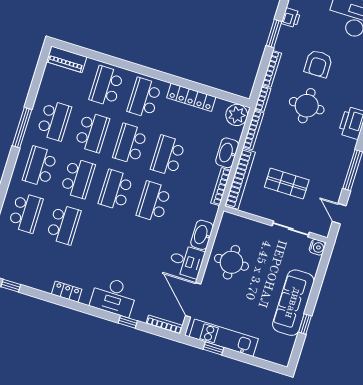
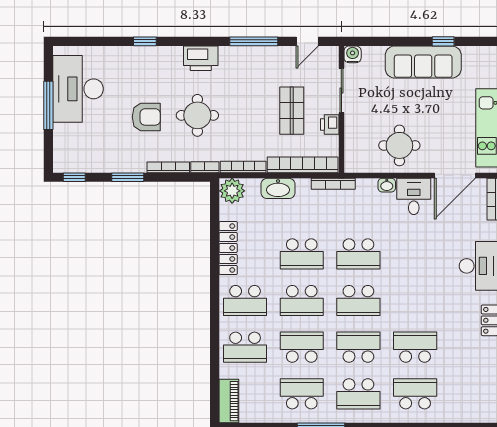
printer: (291, 18) -> (330, 125), moved, turned -90
bookcase: (221, 187) -> (333, 184), moved
washbasin: (202, 235) -> (387, 185), width x0.52, depth x0.69

